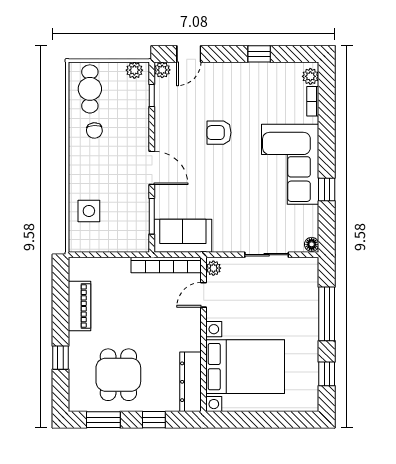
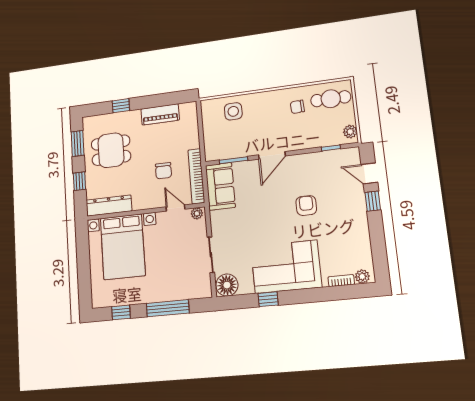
window: (259, 54) -> (373, 201), moved
plant: (162, 70) -> (353, 154), removed
floor lamp: (312, 244) -> (227, 285), width x1.89, depth x1.89
chair: (154, 307) -> (163, 171), added

